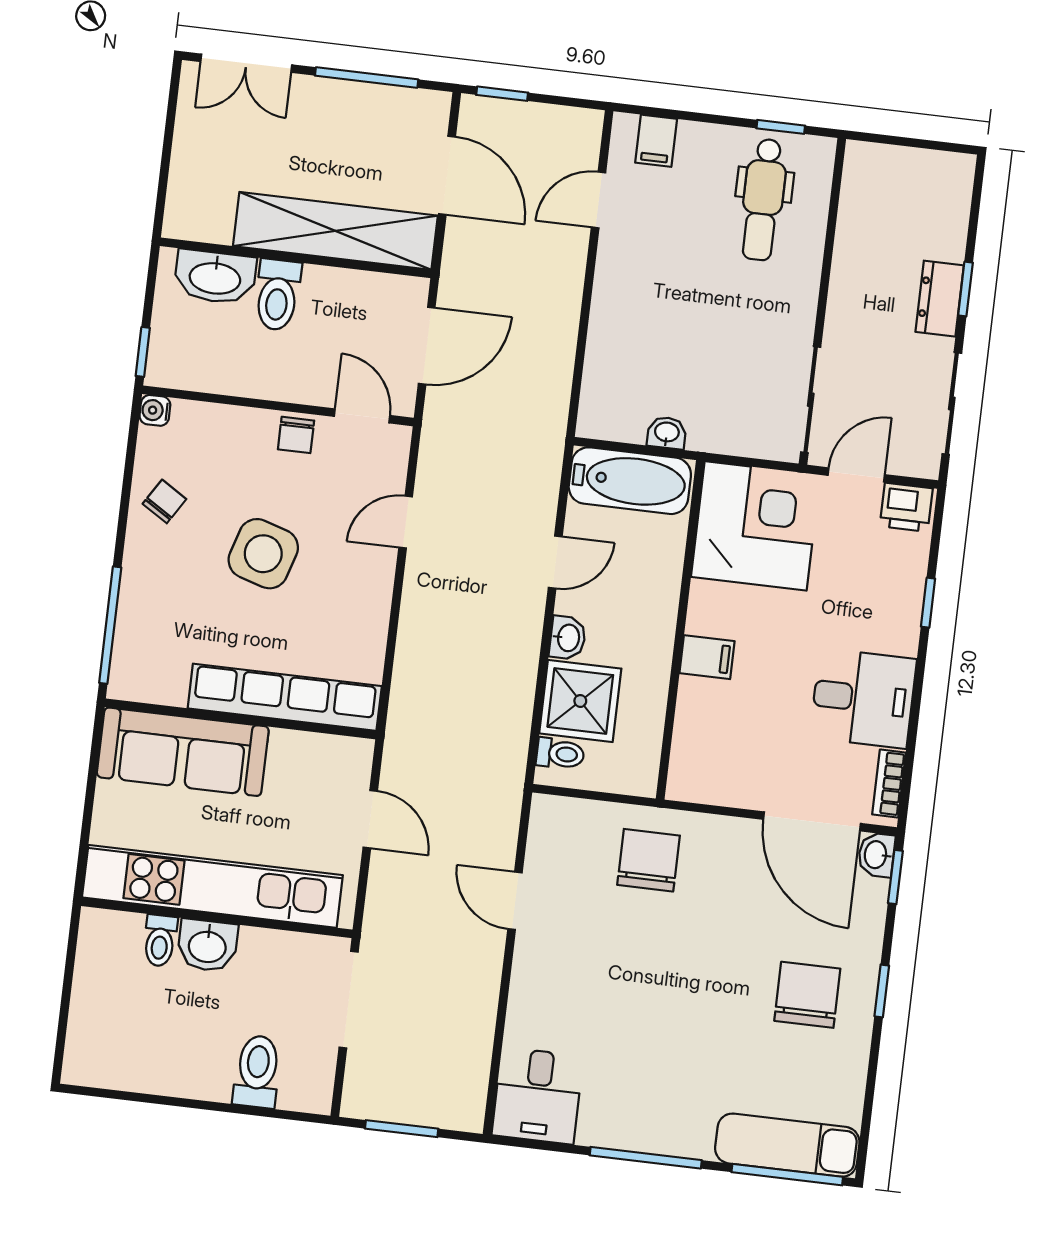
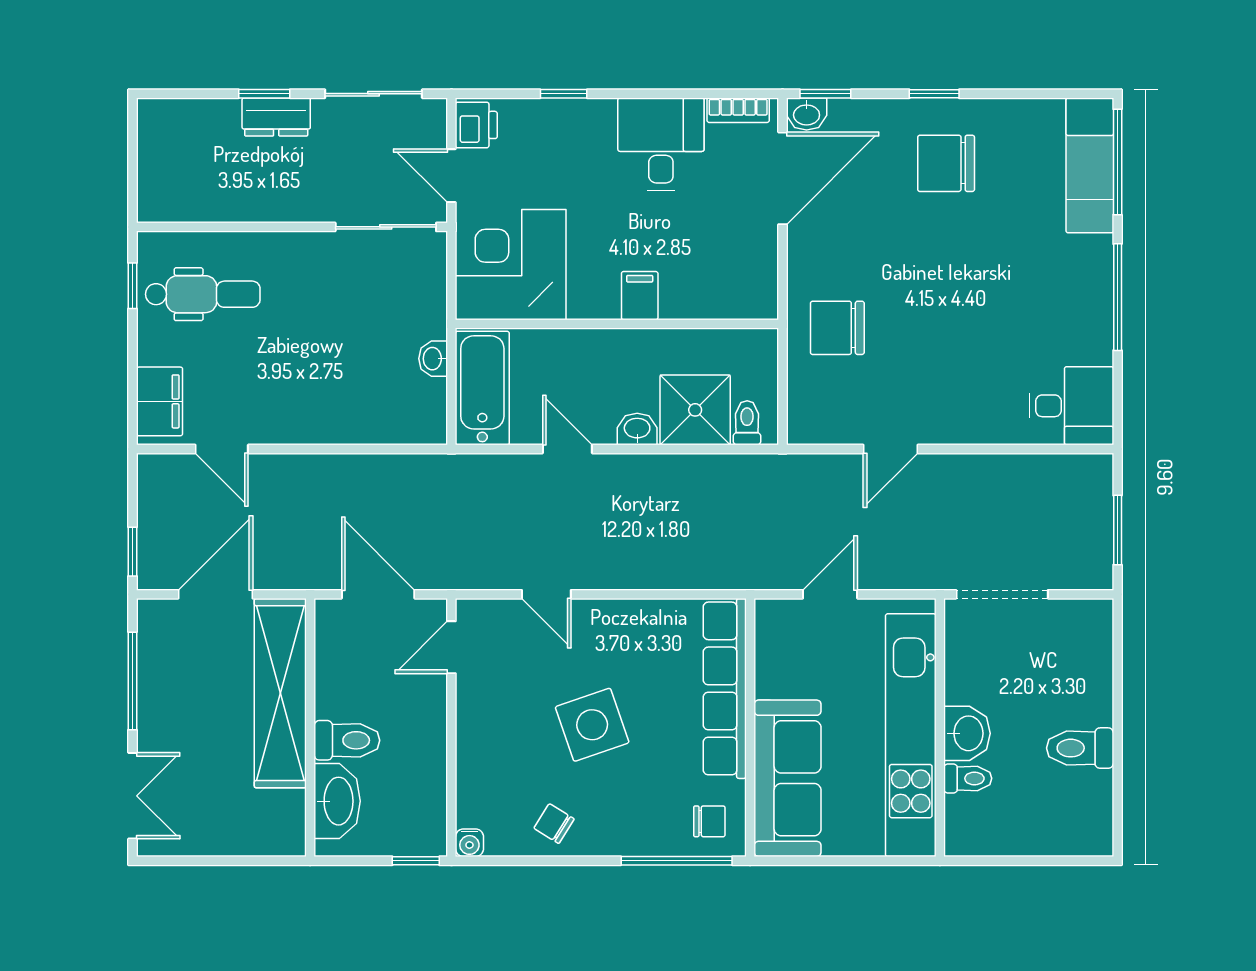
filing cabinet: (656, 141) -> (160, 401), width x2.00
chair: (296, 435) -> (709, 821), moved
side table: (263, 554) -> (592, 725), turned -36
toilet: (257, 1072) -> (1080, 748), moved

